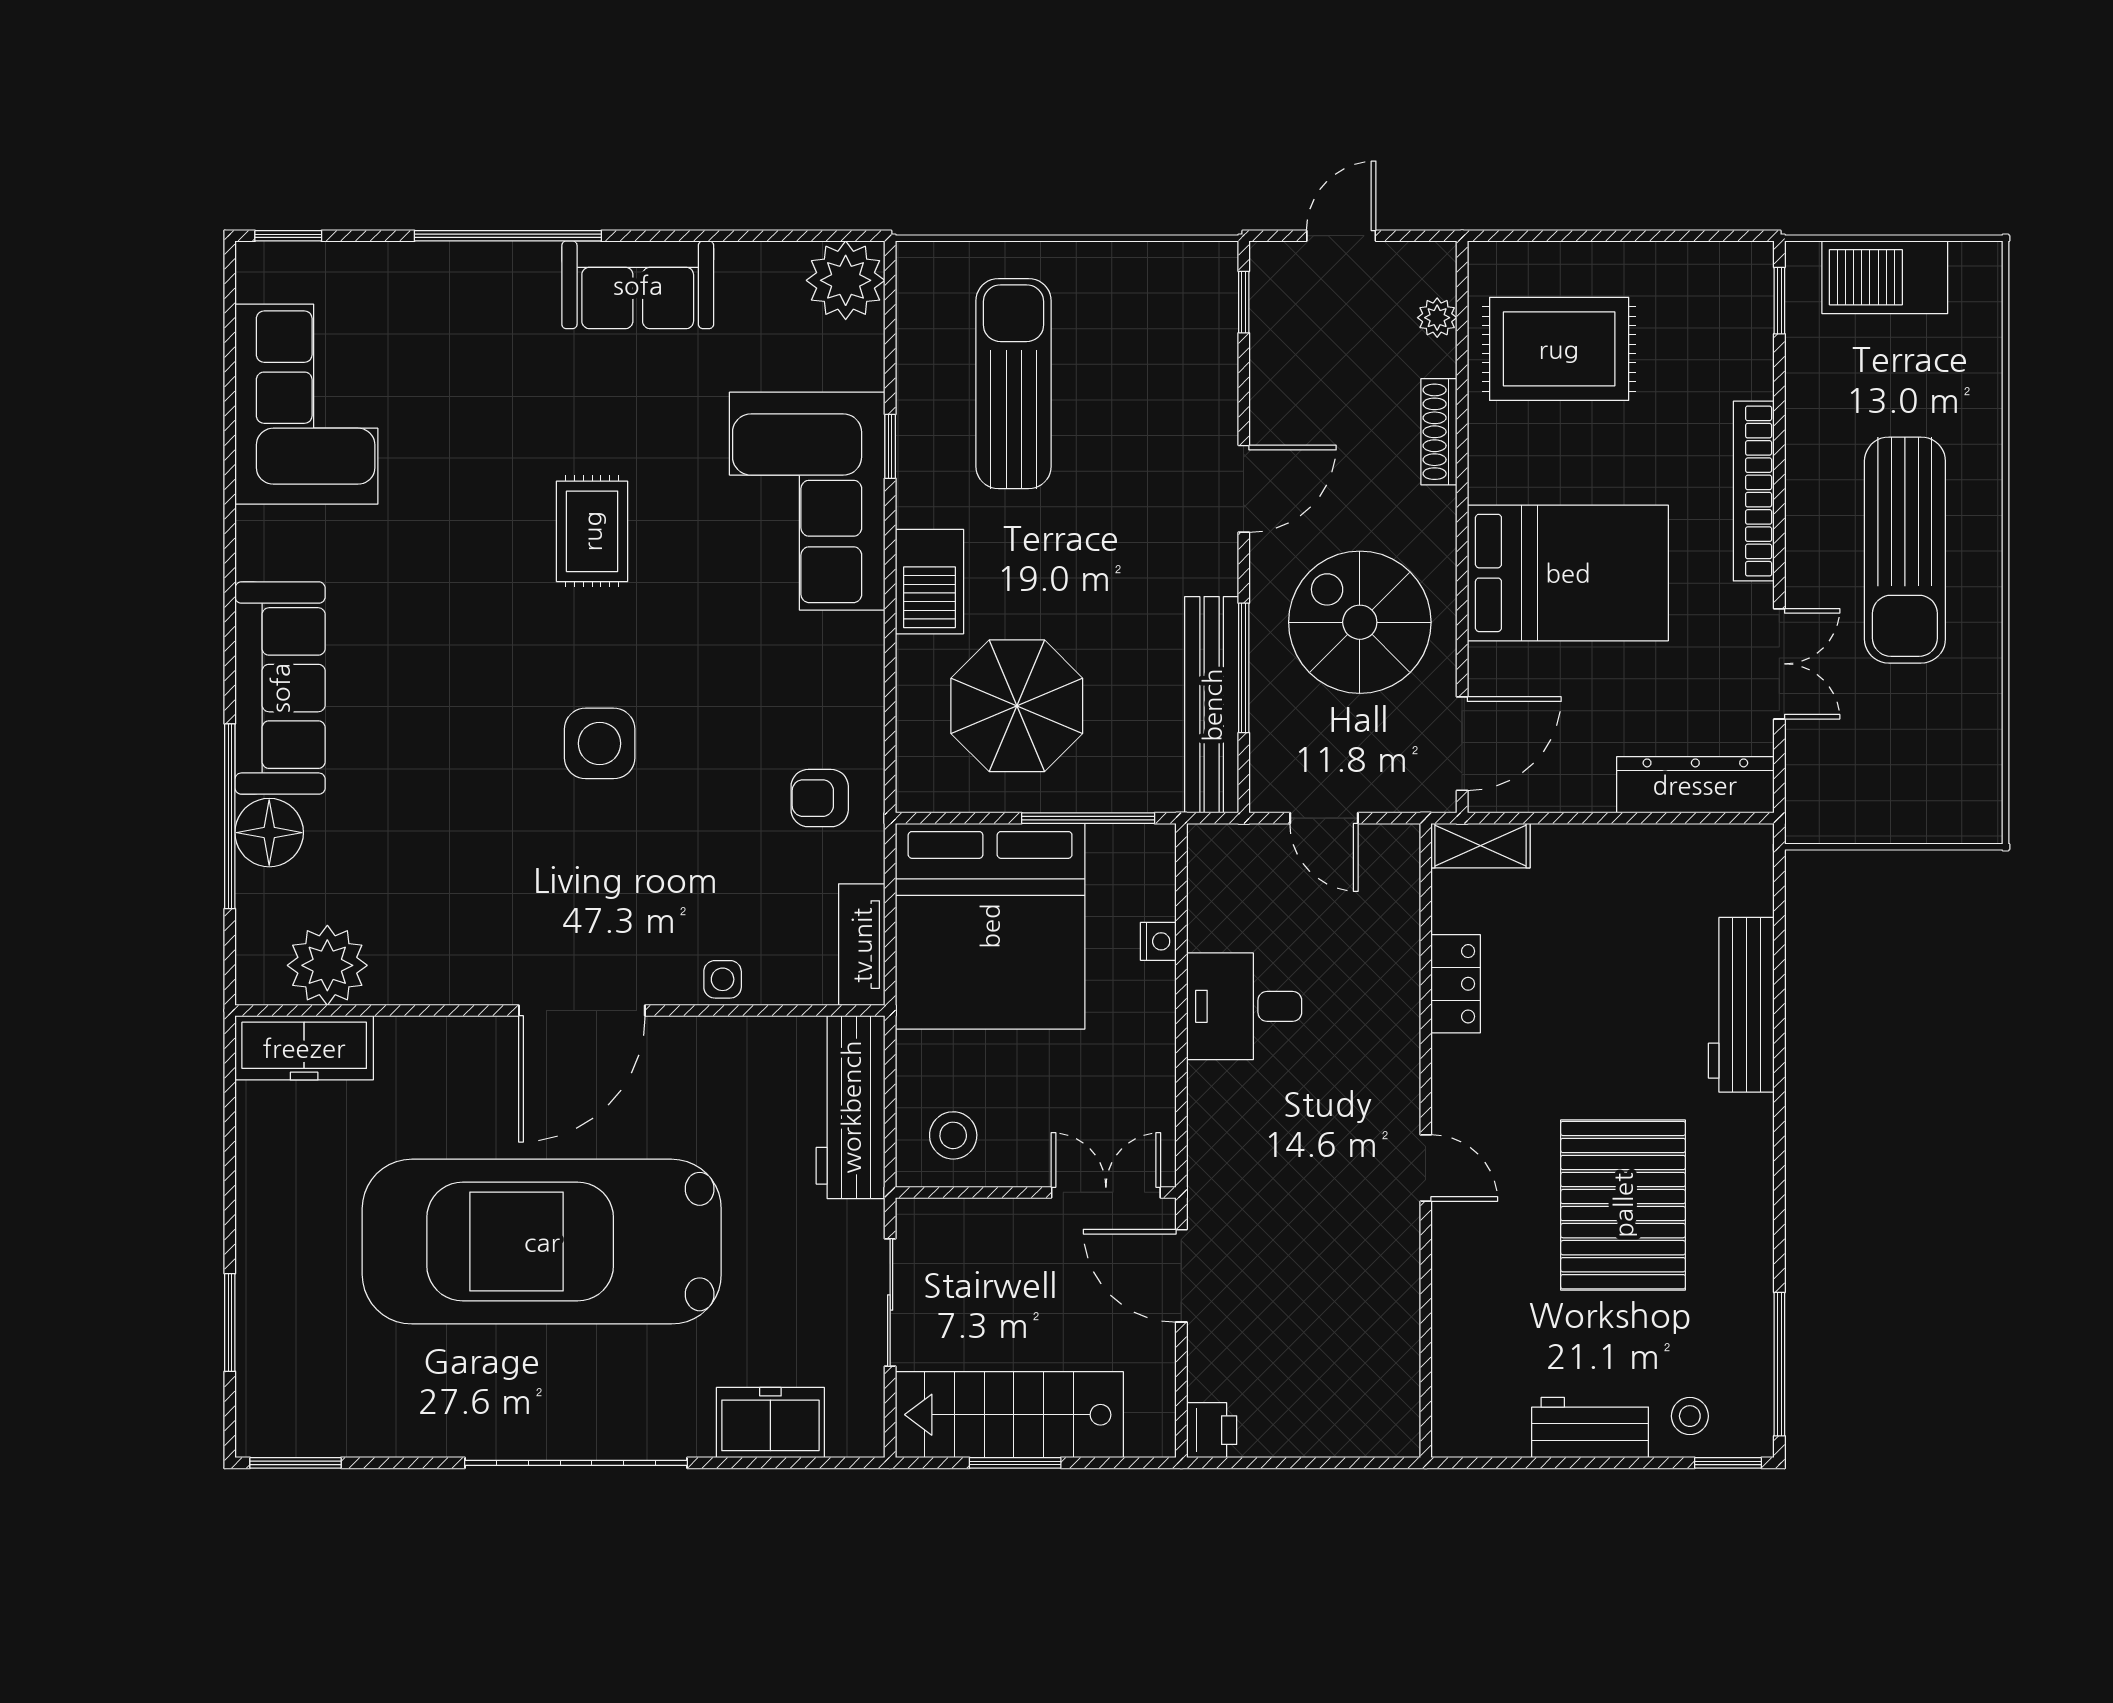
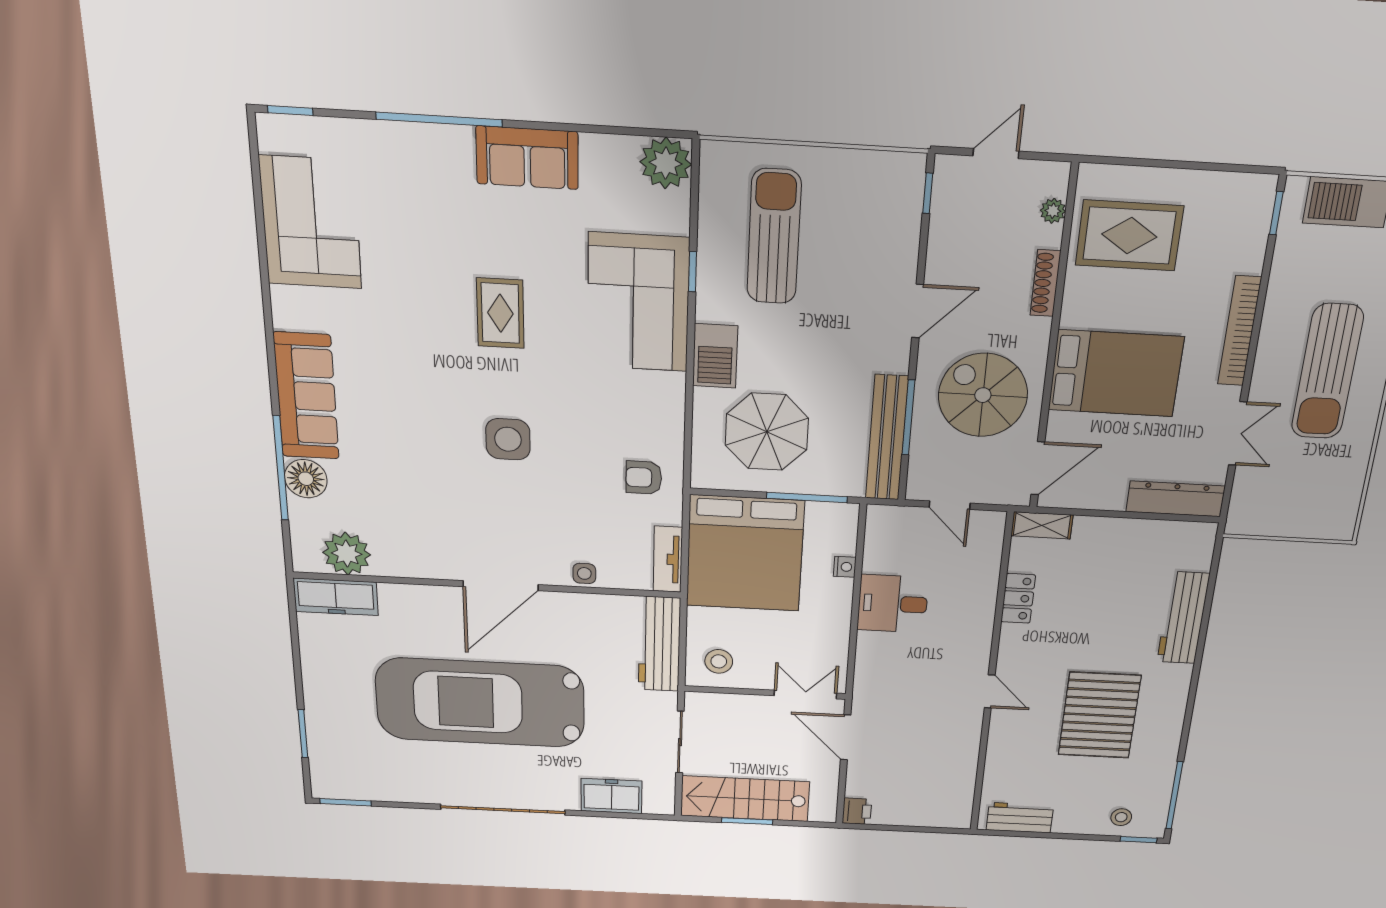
workbench: (1590, 1428) -> (1020, 818), moved

